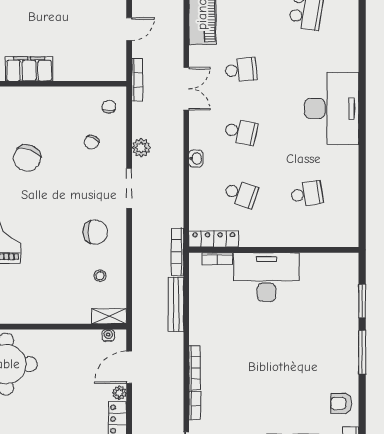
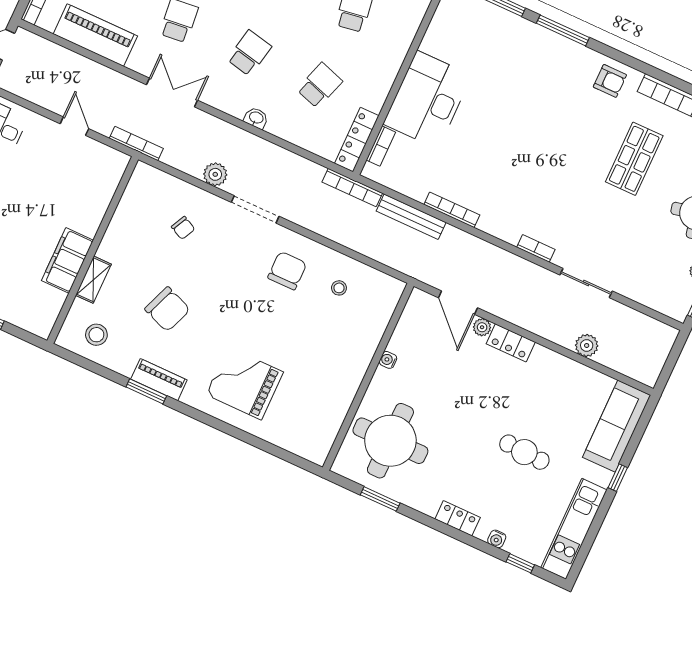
chair: (109, 107) -> (152, 190), removed
shelving: (109, 316) -> (93, 280), moved
water cooler: (108, 335) -> (388, 360), moved
bookcase: (195, 368) -> (452, 210), moved
armchair: (341, 403) -> (610, 81), turned -90

